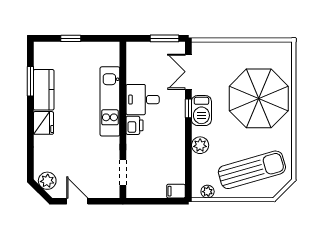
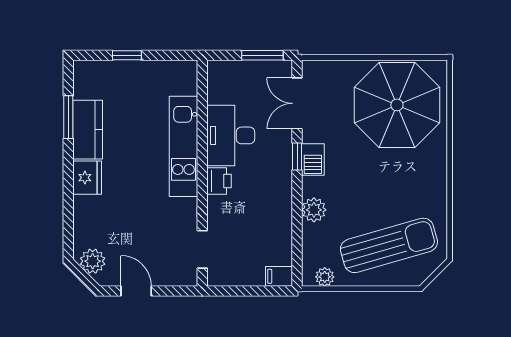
parasol: (259, 98) -> (397, 105), moved
desk: (143, 100) -> (231, 135), width x1.37
barbecue: (201, 111) -> (313, 160), width x0.73, depth x0.79

